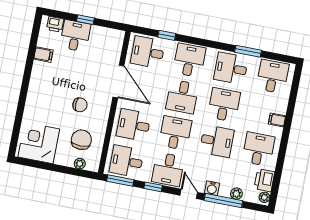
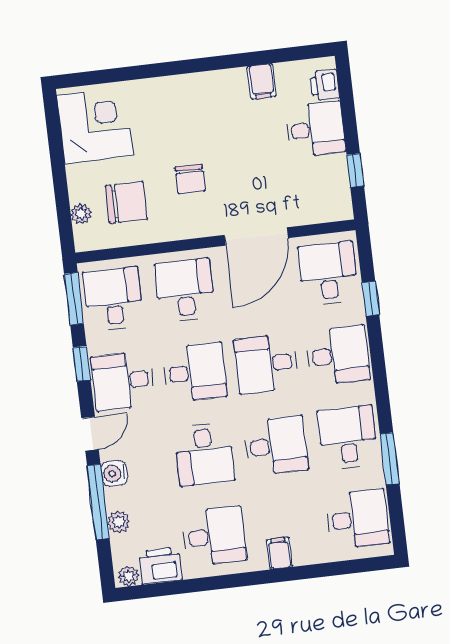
window: (85, 20) -> (355, 170), moved

